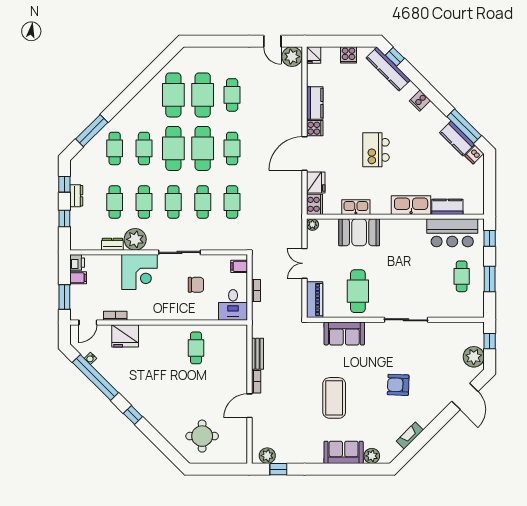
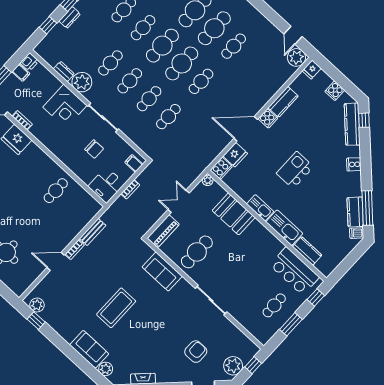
cafe table: (115, 202) -> (91, 45), removed
kitchen sink: (356, 207) -> (260, 208), moved
armchair: (398, 385) -> (196, 352), moved, turned 88

